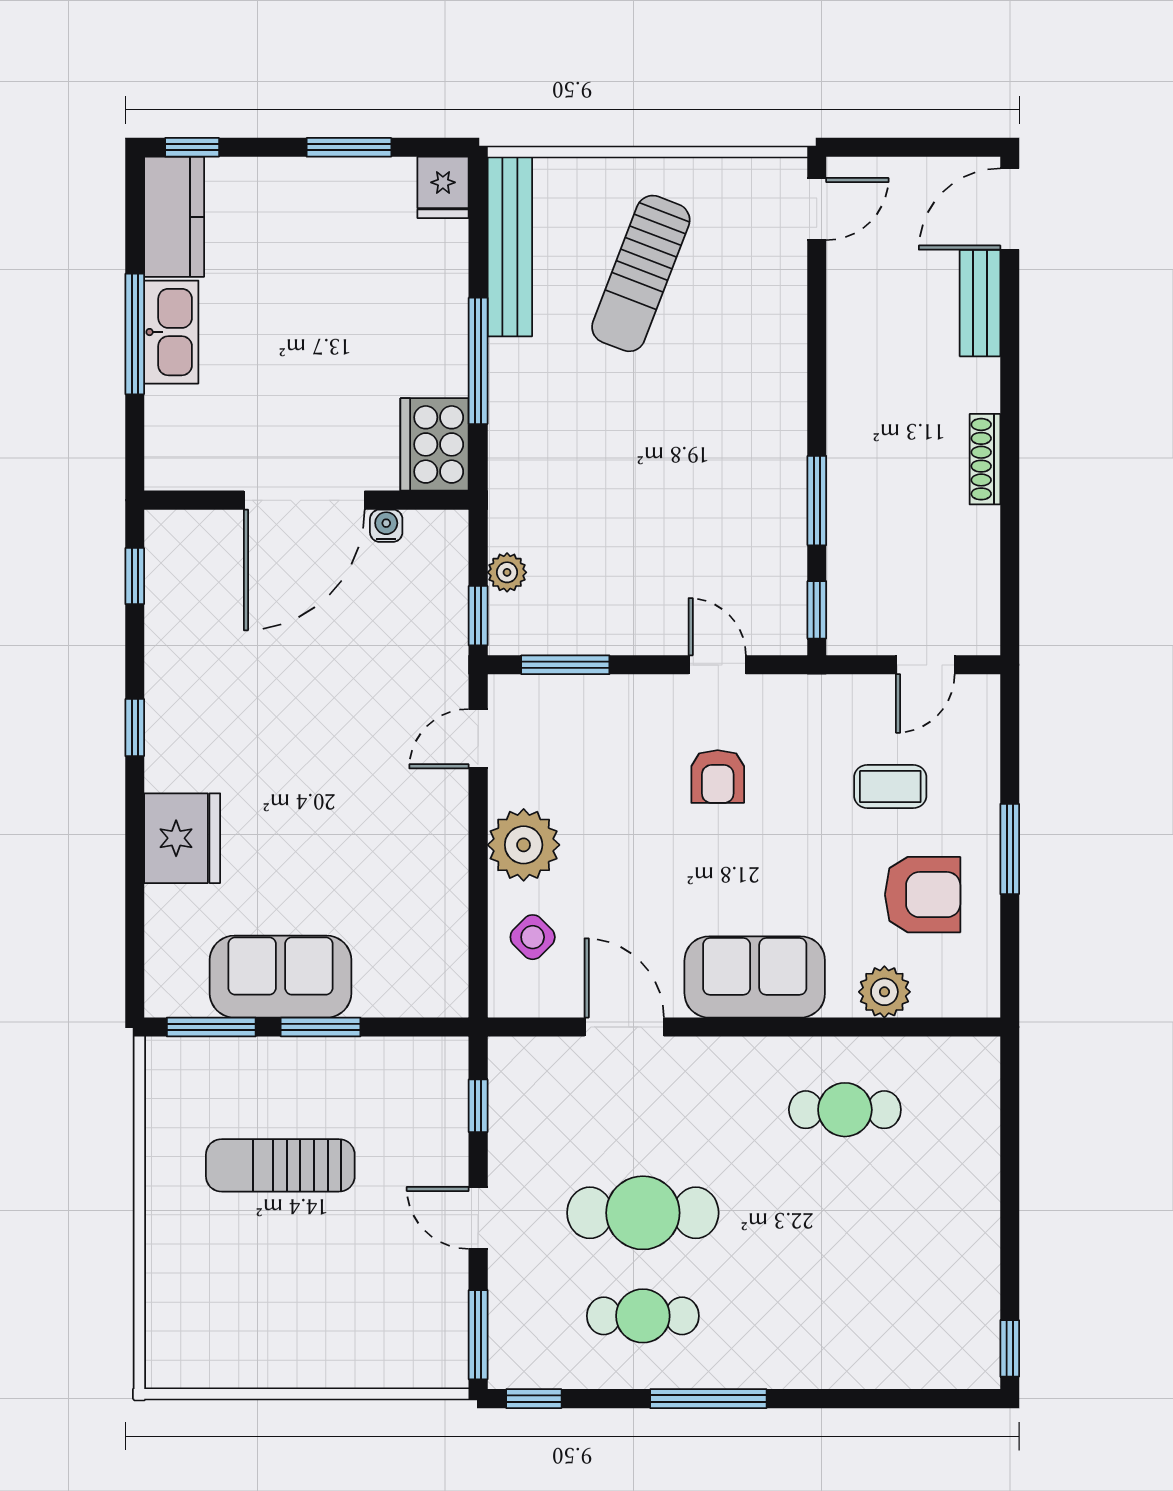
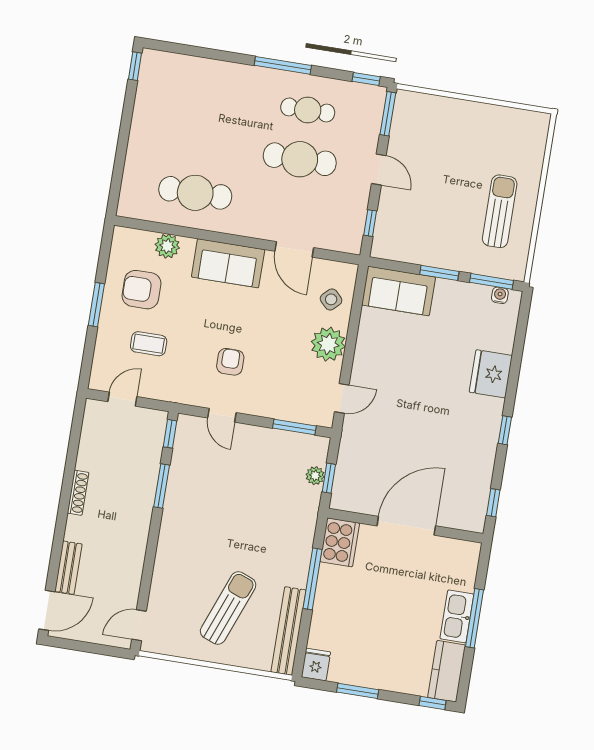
water cooler: (386, 526) -> (500, 295), moved, turned 180
window: (478, 616) -> (329, 478), moved
sofa: (280, 977) -> (398, 291), moved
cafe table: (845, 1110) -> (195, 193), width x1.37, depth x1.35
sun lounger: (280, 1165) -> (500, 211), moved, turned -90

